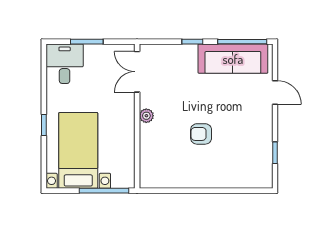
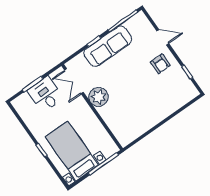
sofa: (233, 59) -> (108, 46), moved
desk: (65, 64) -> (45, 94), moved
plant: (146, 116) -> (98, 97), width x1.88, depth x1.88
armchair: (201, 134) -> (160, 64), moved, turned -90

